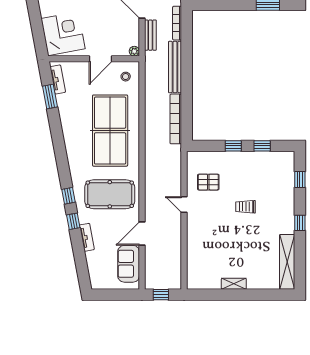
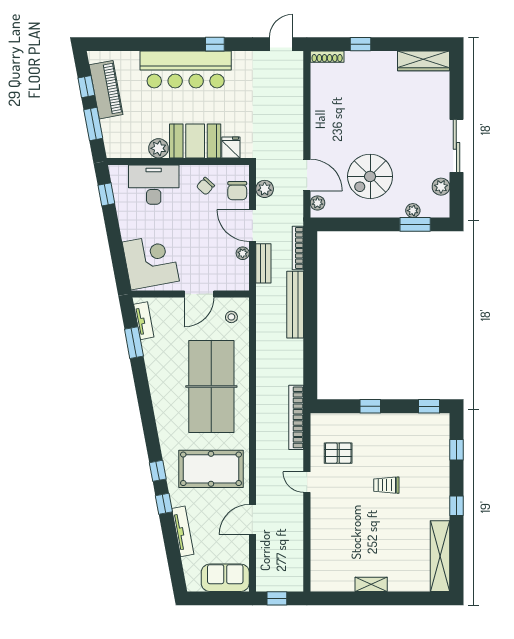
plant: (134, 51) -> (243, 253), moved
bookcase: (176, 119) -> (296, 417), moved
window: (262, 146) -> (429, 406), moved
tv unit: (87, 237) -> (183, 531), width x1.41
sofa: (129, 264) -> (225, 578), moved, turned 90

